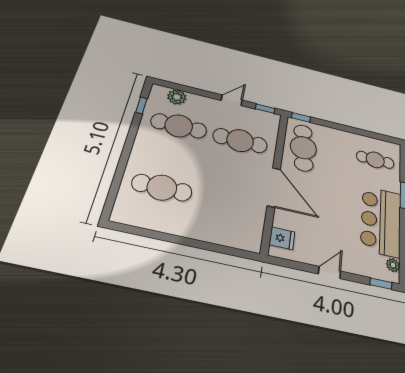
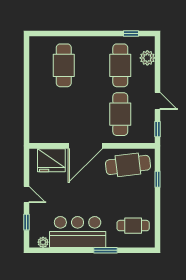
window: (301, 117) -> (158, 179), moved
cafe table: (375, 160) -> (133, 226), turned 90
fridge: (282, 238) -> (51, 160), width x1.88, depth x1.34
window: (381, 284) -> (26, 222), moved

